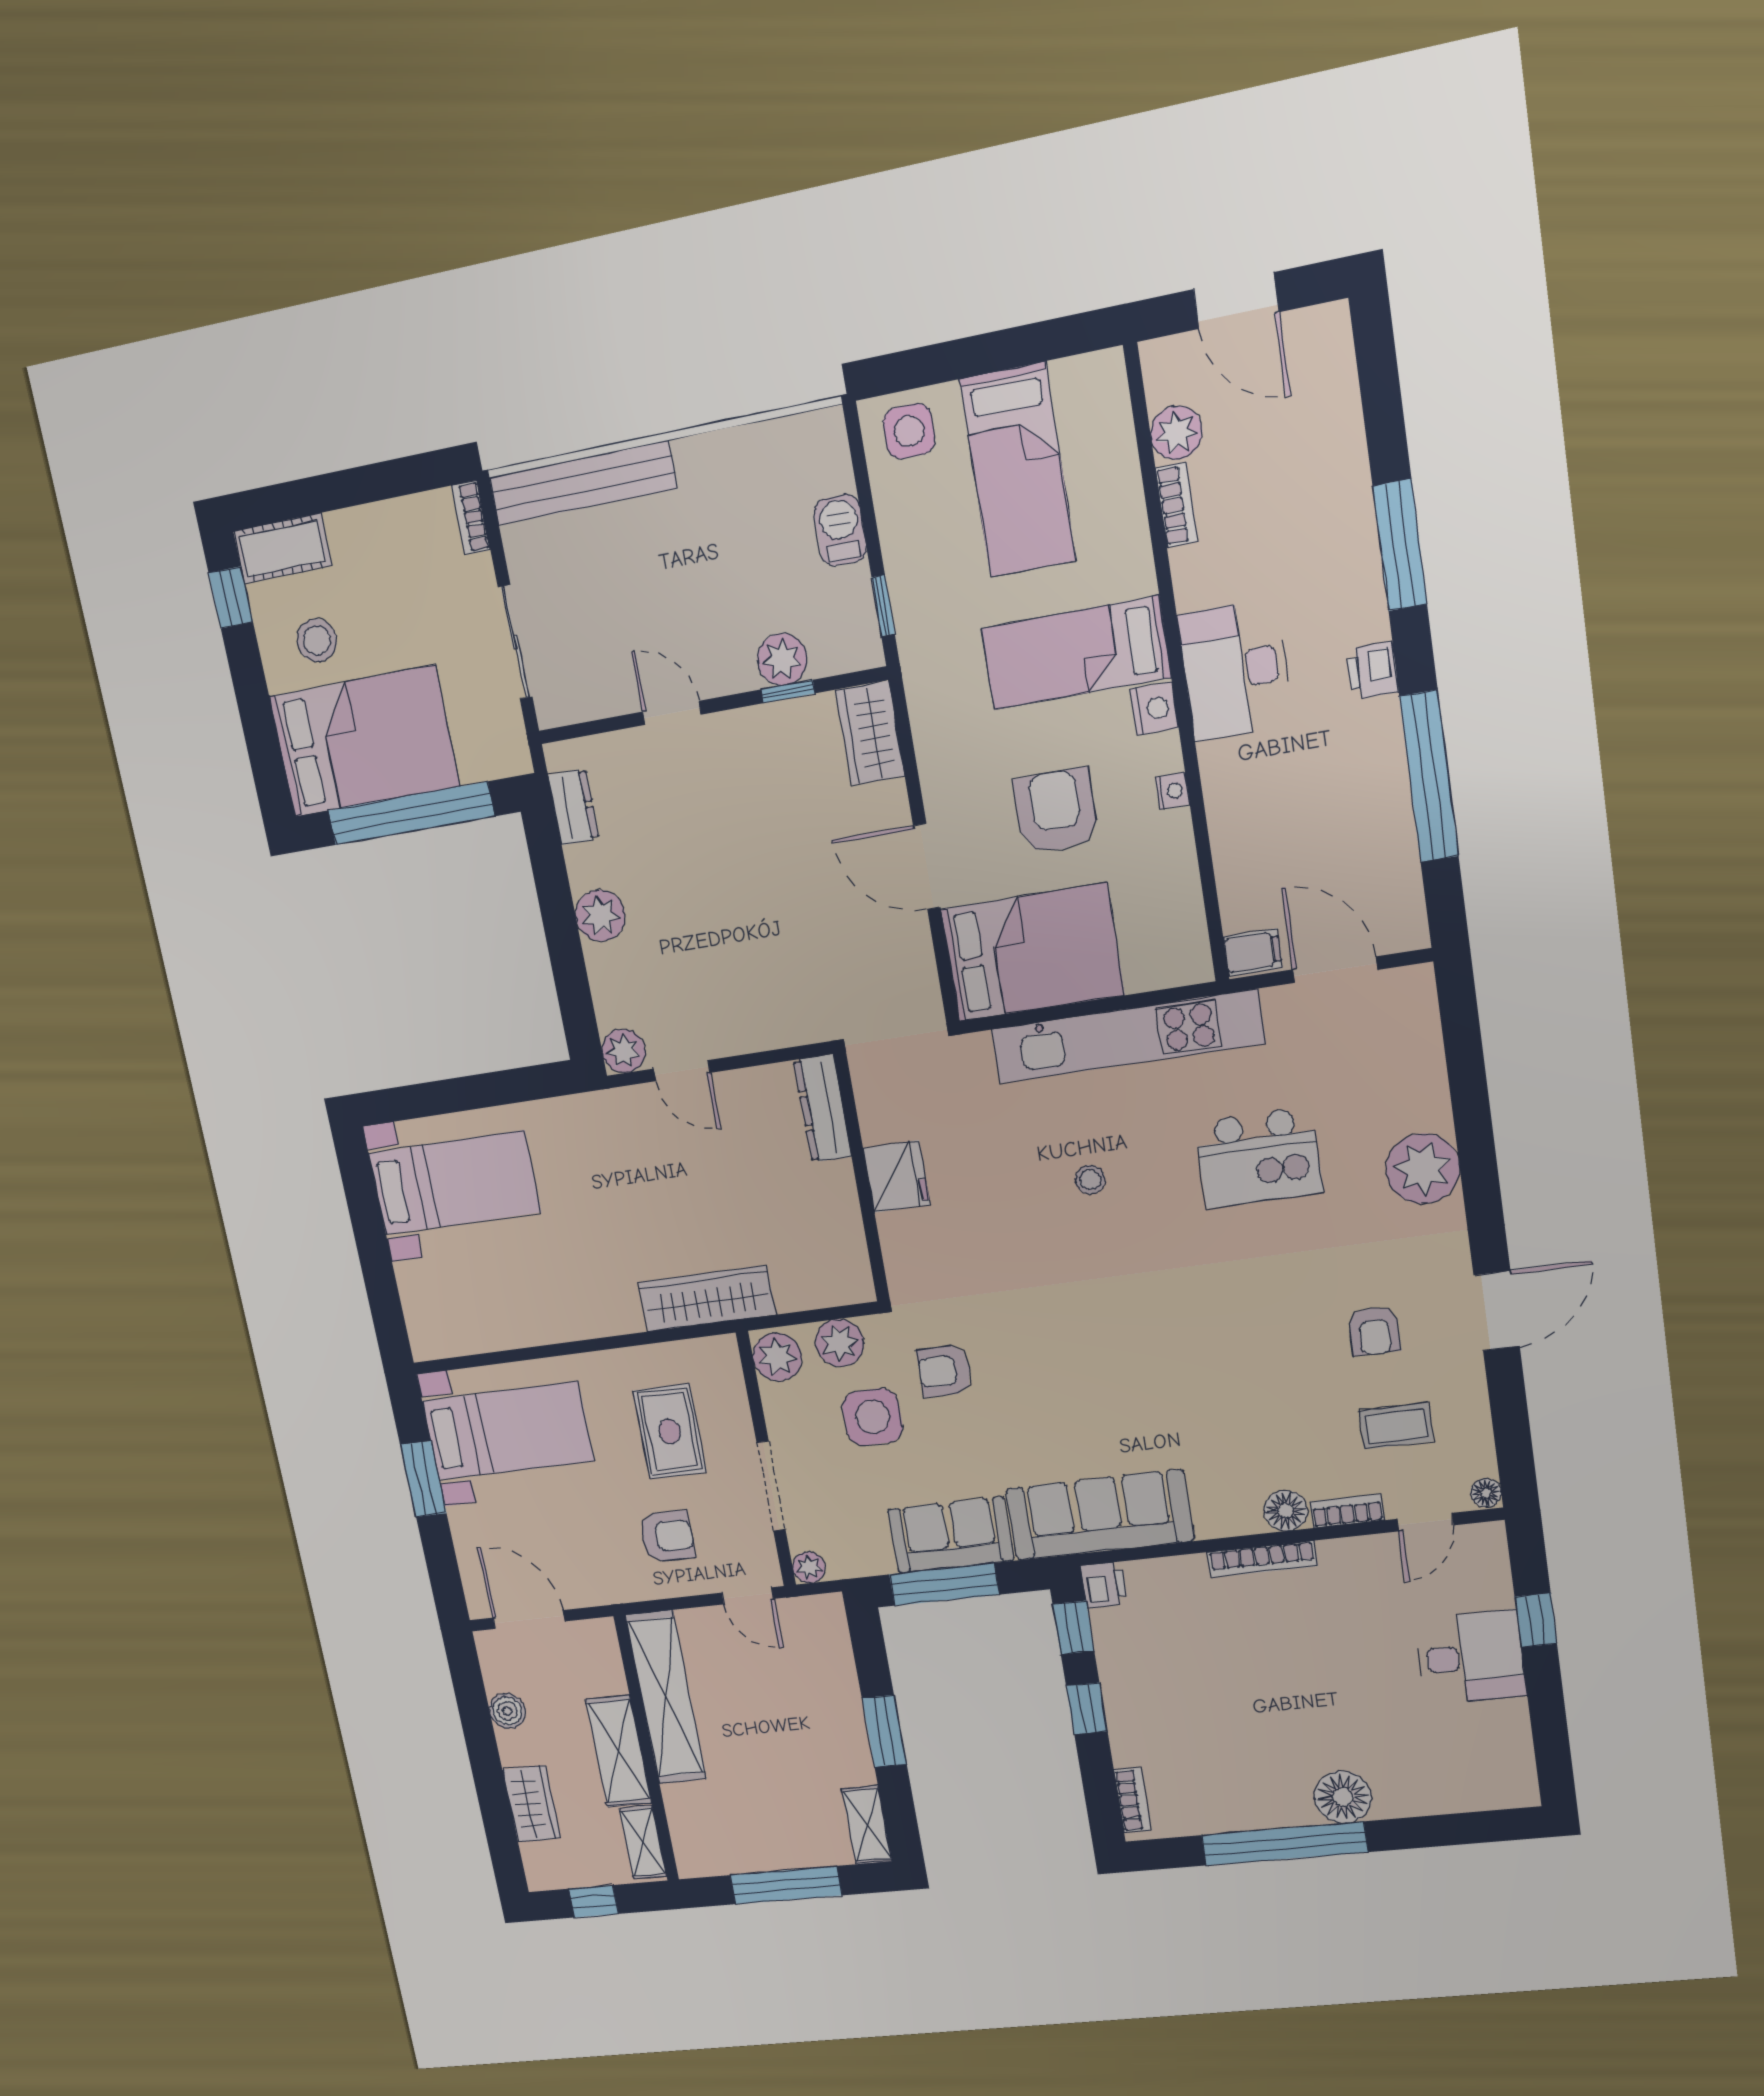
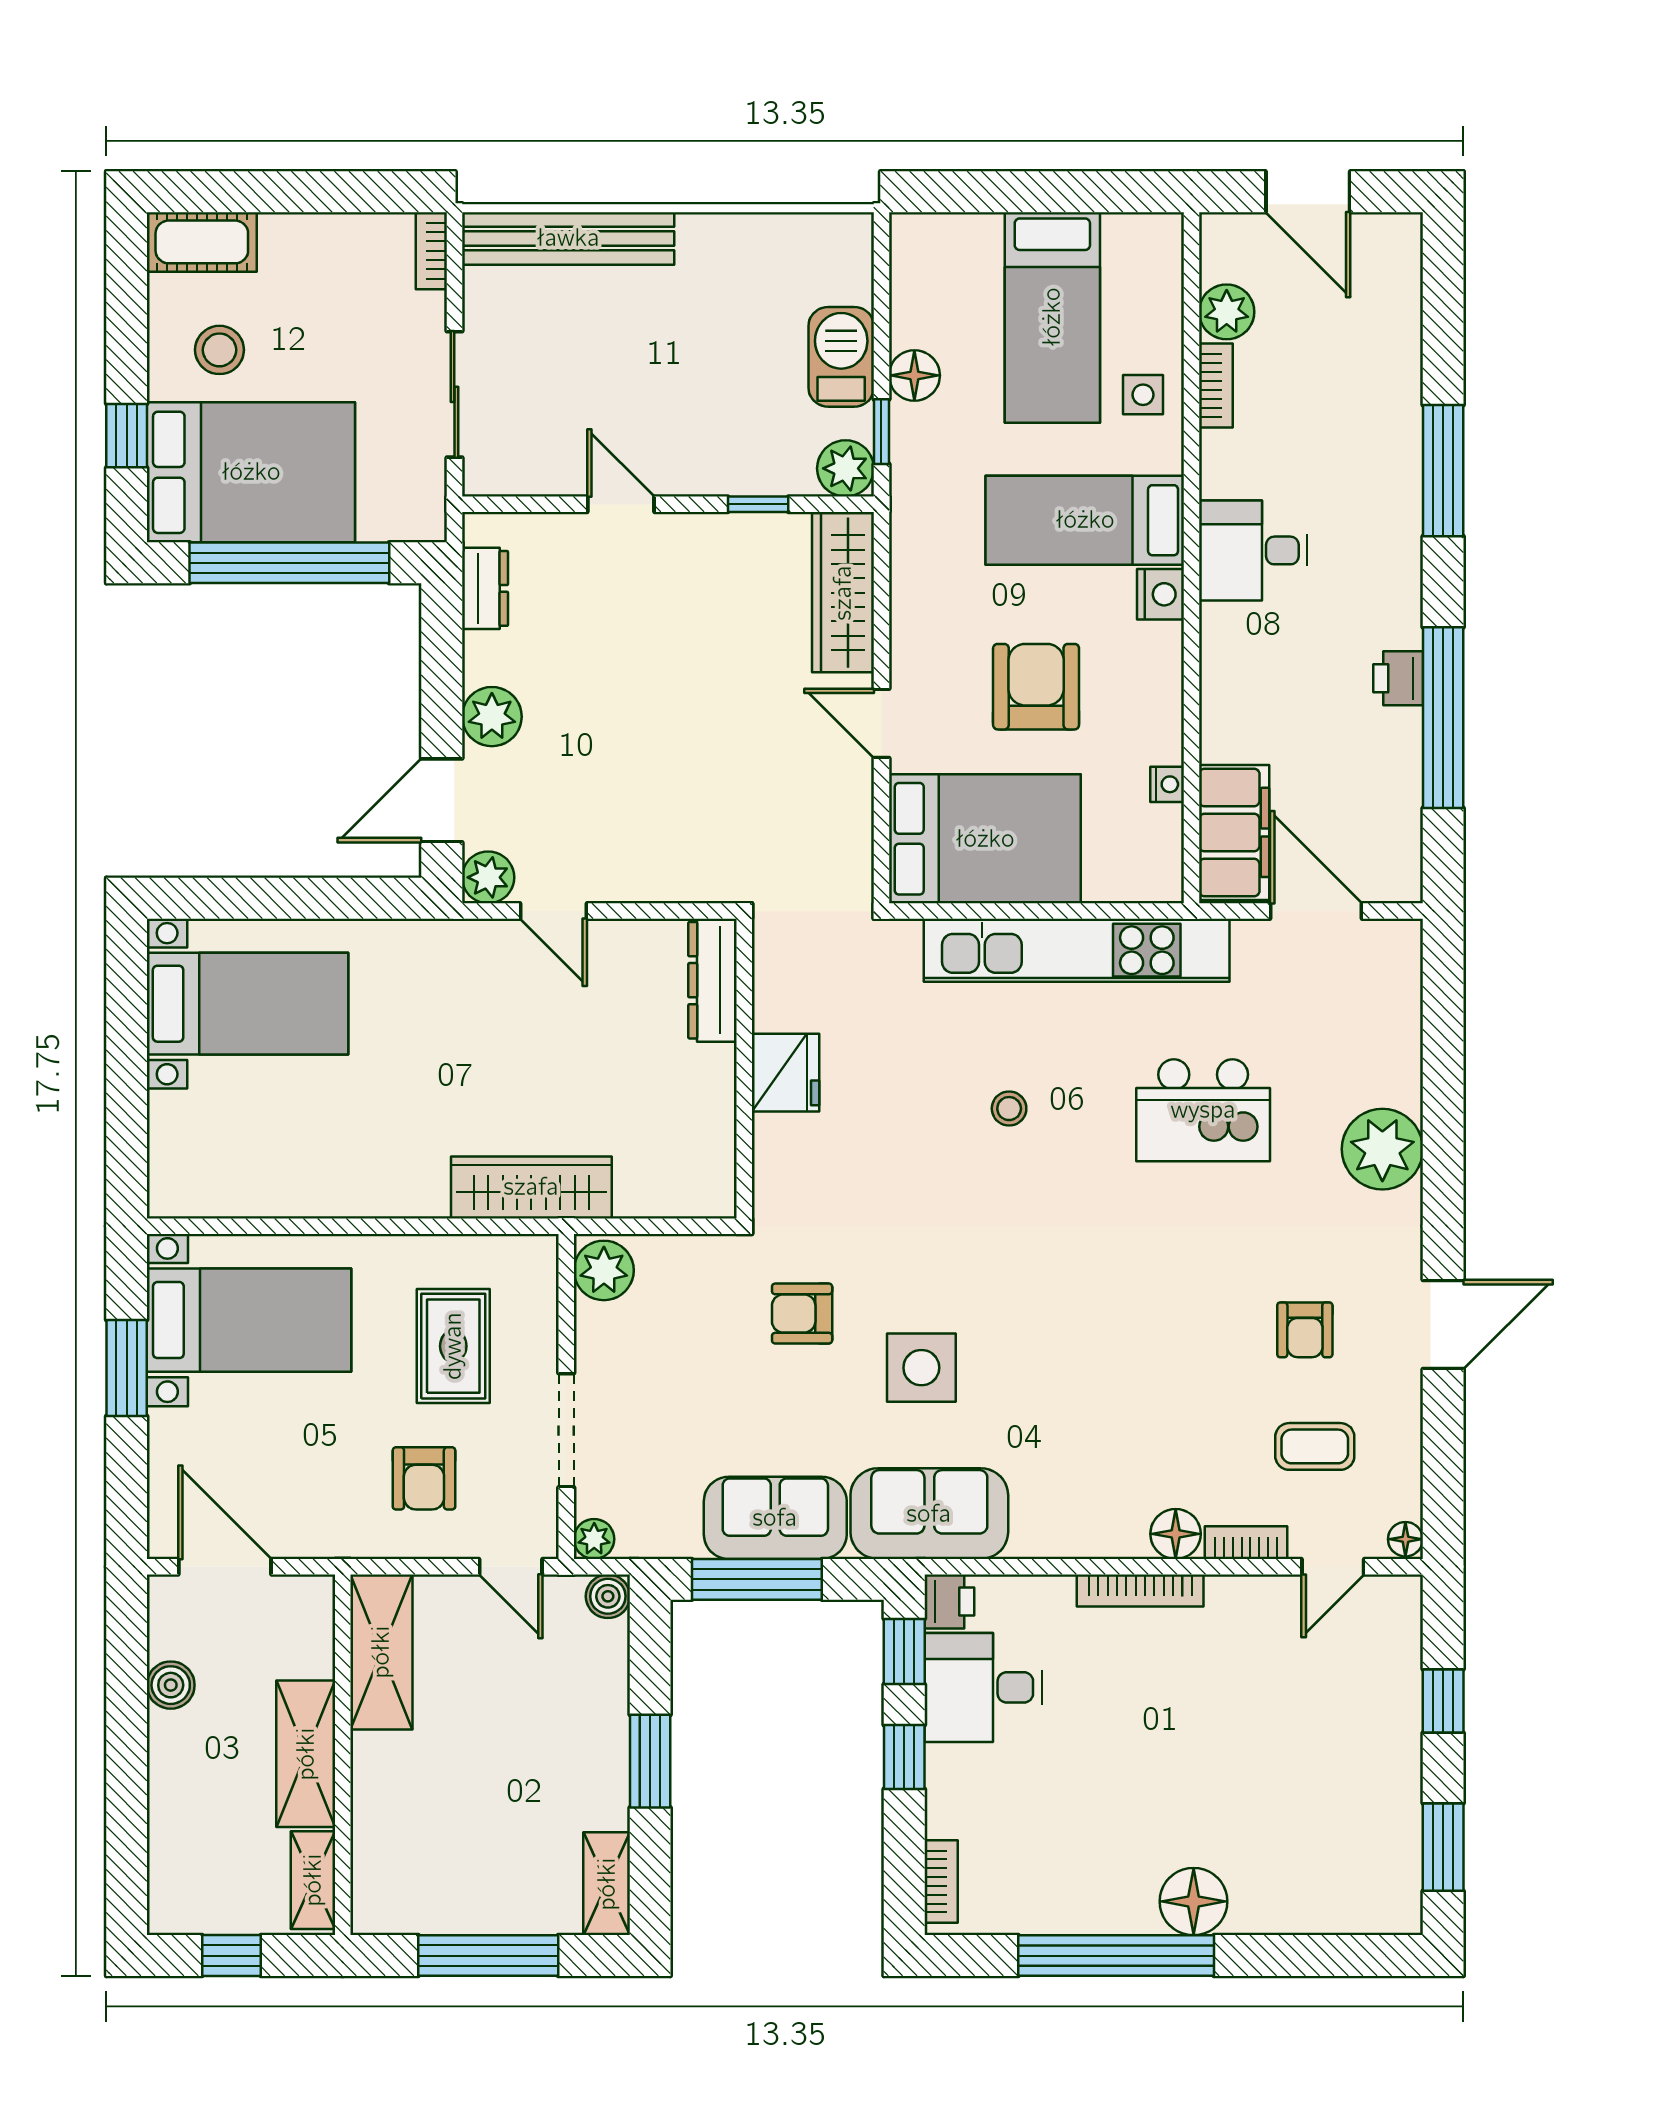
side table: (909, 431) -> (1143, 395), moved, width x0.73, depth x0.73
barbecue: (840, 530) -> (841, 357), width x1.38, depth x1.27
floor lamp: (904, 549) -> (914, 375), added
window: (231, 597) -> (127, 436), moved
plant: (782, 659) -> (846, 468), moved
desk: (1235, 670) -> (1253, 550), width x0.73
printer: (1373, 670) -> (1398, 678), moved
wardrobe: (870, 733) -> (843, 593), width x1.50
nightstand: (1173, 791) -> (1167, 784), moved
door: (927, 866) -> (881, 723), width x0.73
filing cabinet: (1253, 952) -> (1234, 832), width x3.00, depth x1.17
door: (574, 993) -> (442, 800), added
plant: (840, 1343) -> (682, 1263), removed
side table: (873, 1417) -> (921, 1368), moved
sofa: (1100, 1515) -> (929, 1514), width x0.73
armchair: (667, 1536) -> (424, 1478), turned 89
boiler: (828, 1610) -> (608, 1596), added
desk: (1471, 1657) -> (984, 1687), moved, turned 180
shelving: (666, 1697) -> (381, 1652), width x0.68
window: (1550, 1736) -> (1443, 1847), added
wardrobe: (531, 1804) -> (176, 1814), removed

